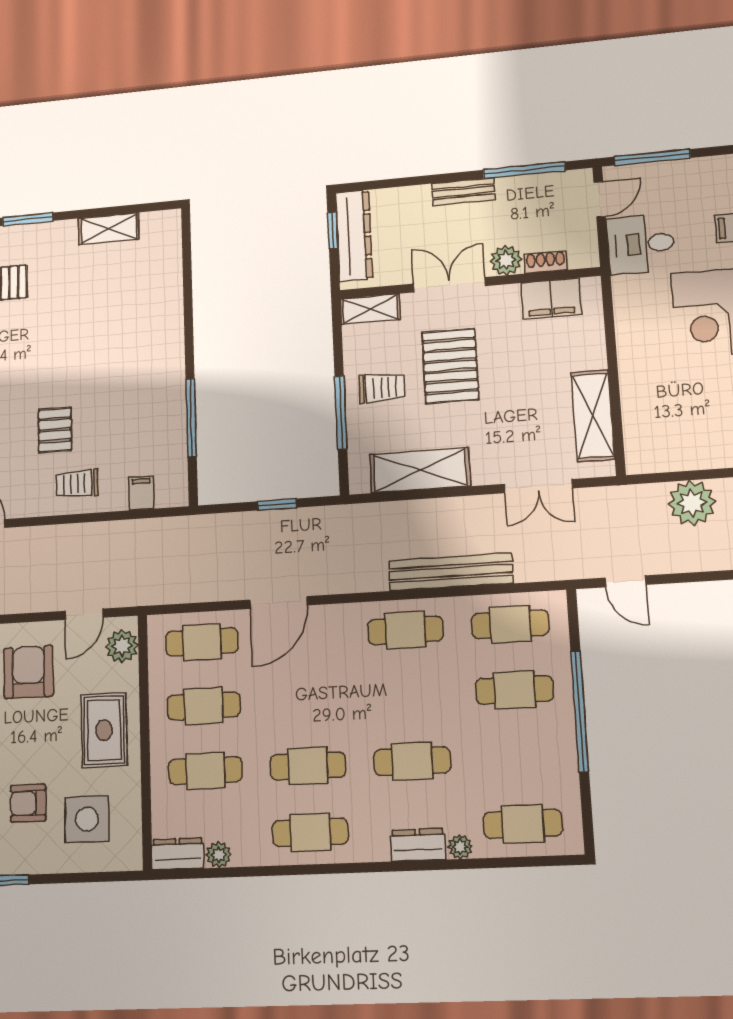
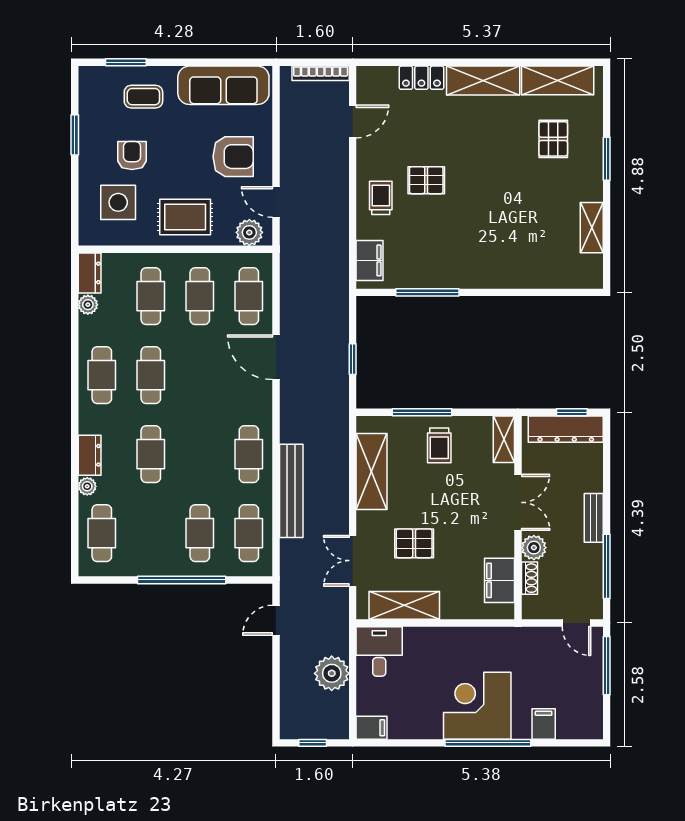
desk: (641, 244) -> (379, 651), moved
pallet: (450, 366) -> (414, 543), moved, width x0.67, depth x0.71
filing cabinet: (141, 493) -> (370, 260), width x2.00

